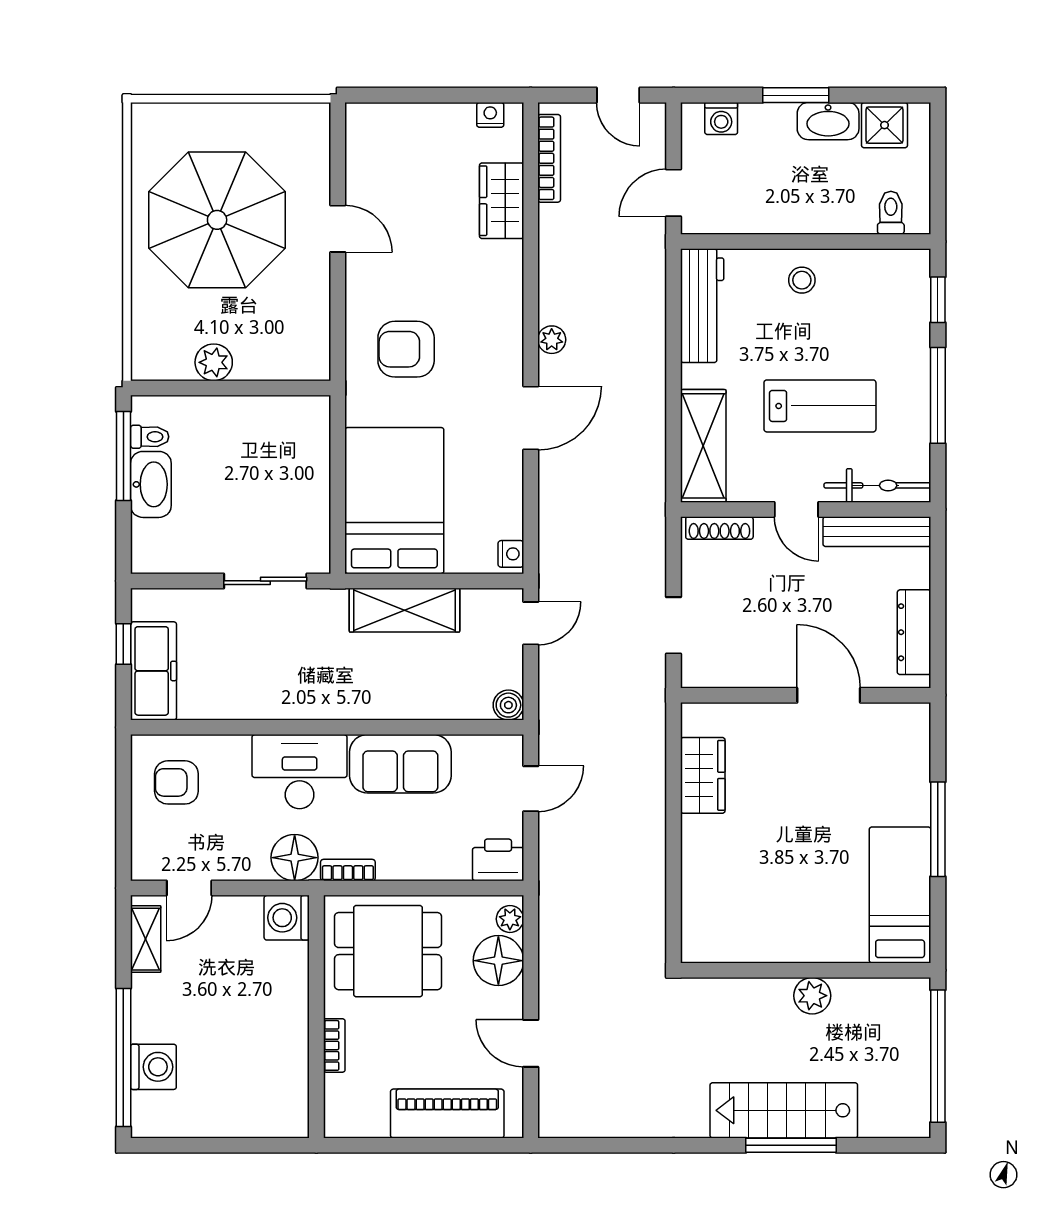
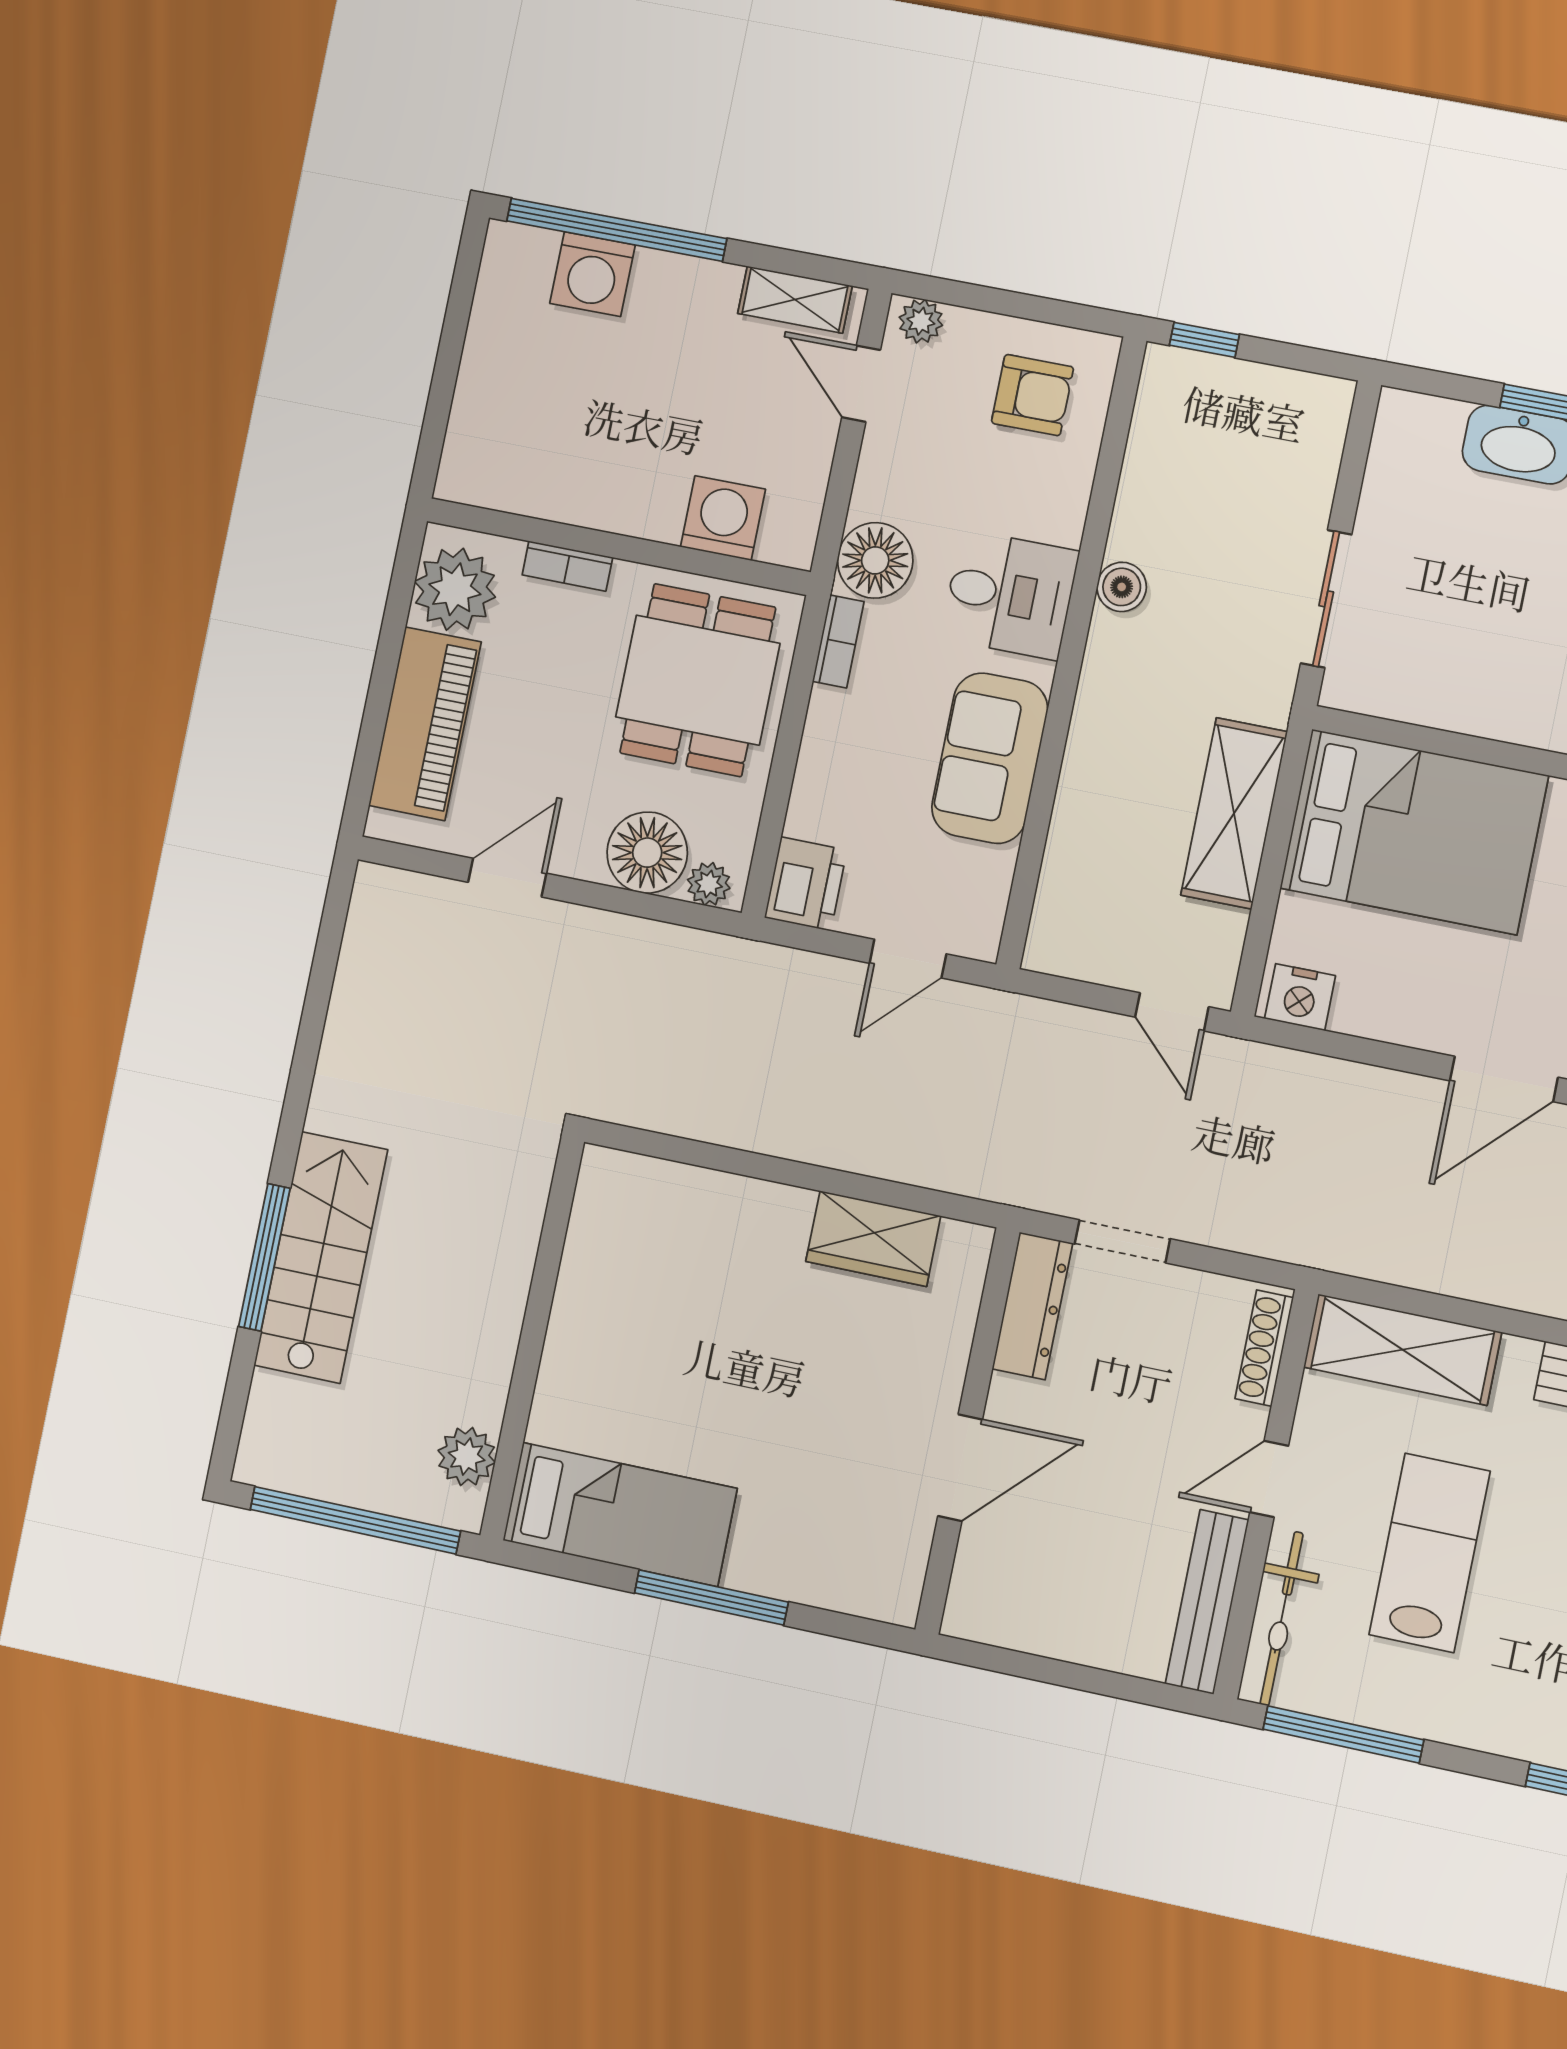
window: (938, 395) -> (1343, 1734), moved
lab bench: (820, 406) -> (1430, 1553), turned 180
door: (531, 418) -> (1504, 1079), hinge flipped
nightstand: (511, 554) -> (1300, 997), width x1.39, depth x1.35
dresser: (914, 632) -> (1032, 1306), moved, turned 90
window: (123, 644) -> (1204, 340), moved
freezer: (153, 671) -> (1218, 392), removed
boiler: (508, 705) -> (1122, 587), moved
desk: (300, 772) -> (1010, 595), width x0.73
armchair: (176, 782) -> (1032, 395), turned 90
door: (531, 789) -> (908, 959), hinge flipped
plant: (144, 859) -> (921, 321), added
washing machine: (287, 918) -> (723, 518), moved
plant: (812, 996) -> (467, 1456), moved
plant: (362, 1112) -> (455, 589), added

